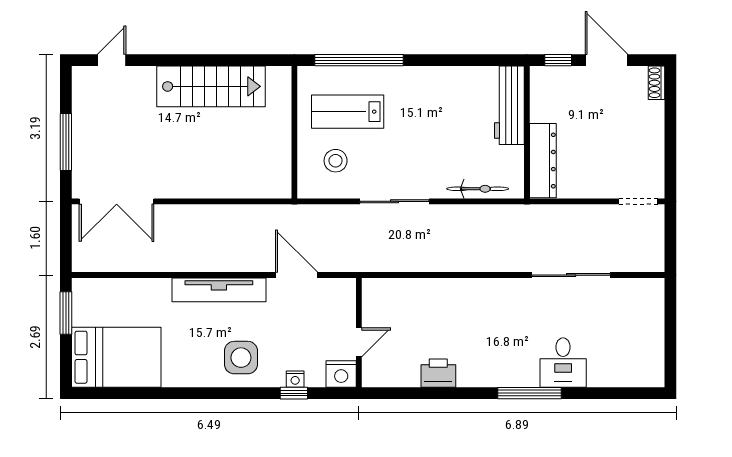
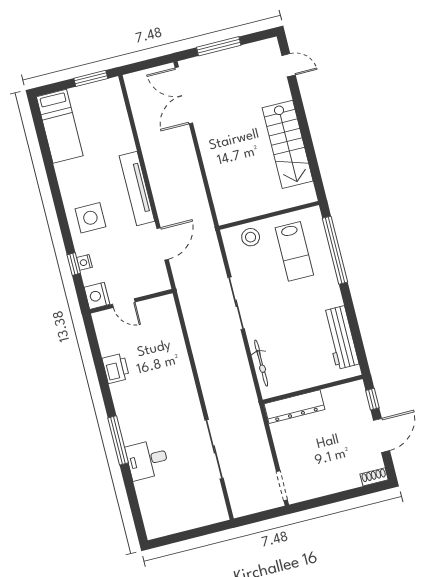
workbench: (509, 105) -> (341, 338), moved, turned -90
lab bench: (348, 112) -> (294, 251), turned 180
stool: (336, 161) -> (251, 237), moved
bed: (116, 357) -> (60, 126), width x0.67

